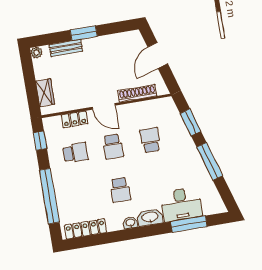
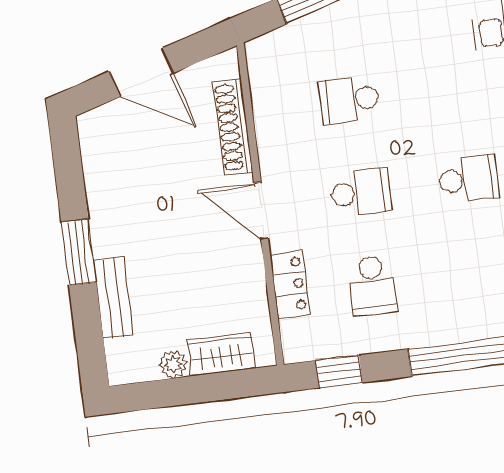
plant: (36, 53) -> (173, 364), moved
door: (104, 106) -> (261, 211), swing flipped
school desk: (75, 153) -> (373, 285), turned 180

